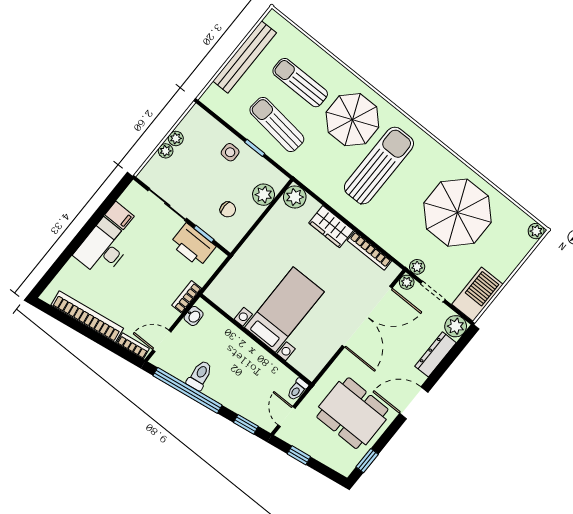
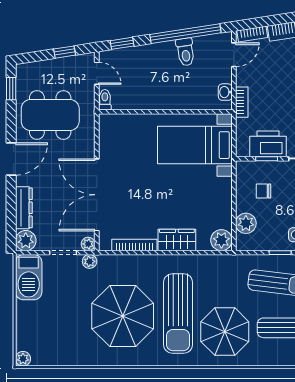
parasol: (458, 213) -> (123, 316), moved
bed with nightstands: (284, 310) -> (195, 145), moved, turned 90

